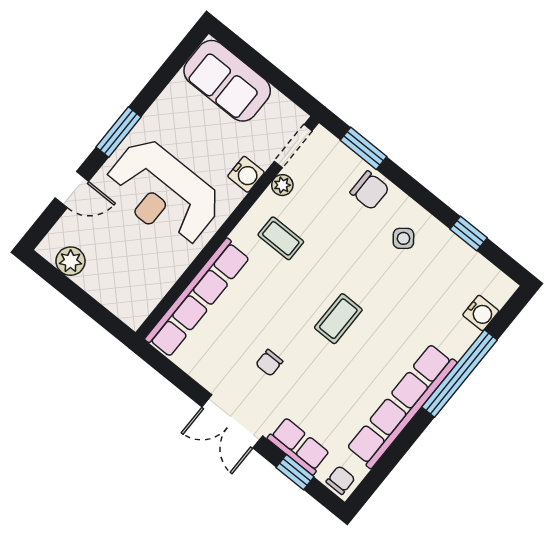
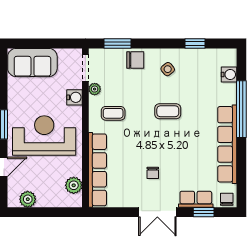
reception desk: (163, 193) -> (44, 136), turned 180
plant: (148, 293) -> (74, 185), added
coffee table: (338, 319) -> (168, 111), moved, turned 90

